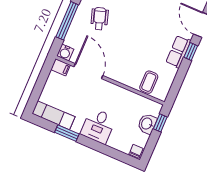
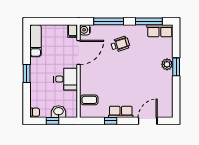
window: (191, 52) -> (111, 121), moved
window: (160, 123) -> (52, 121), moved
desk: (98, 126) -> (66, 79), moved, turned 180
window: (67, 133) -> (27, 74), moved

